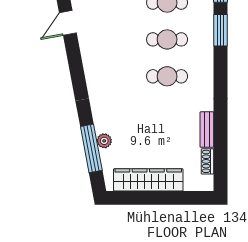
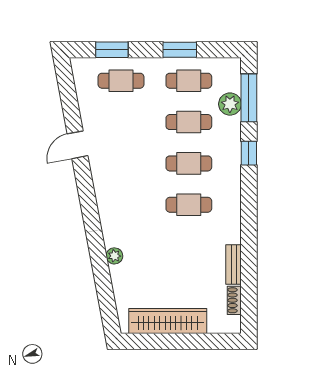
window: (221, 30) -> (249, 153), width x0.67
plant: (104, 141) -> (114, 256), moved
window: (91, 148) -> (104, 286), removed

